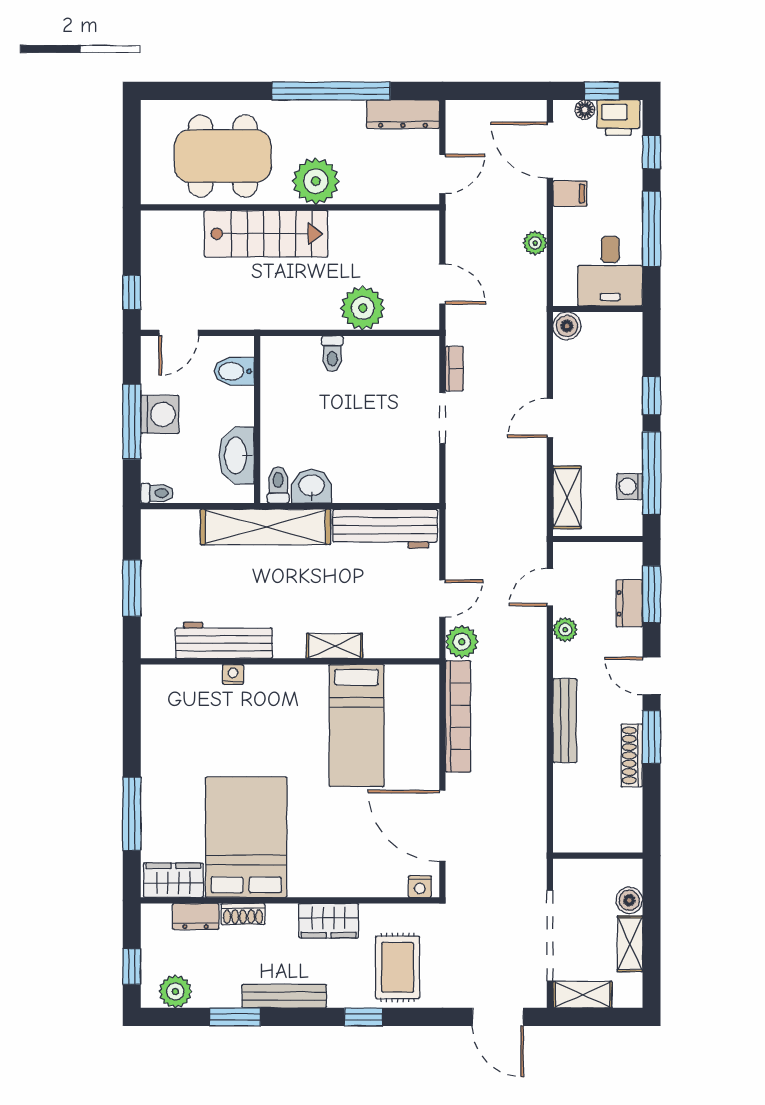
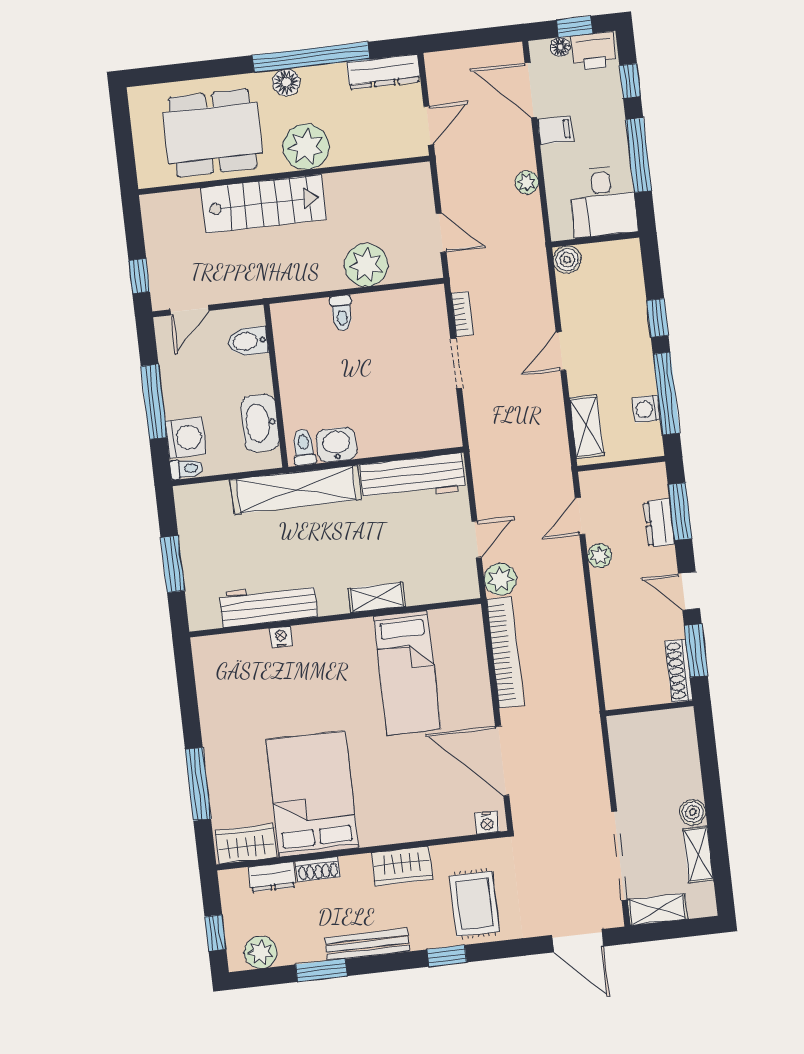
floor lamp: (303, 114) -> (286, 82), added
washing machine: (160, 414) -> (186, 438), moved
bench: (565, 721) -> (609, 644), removed
wall: (598, 856) -> (649, 708), moved

